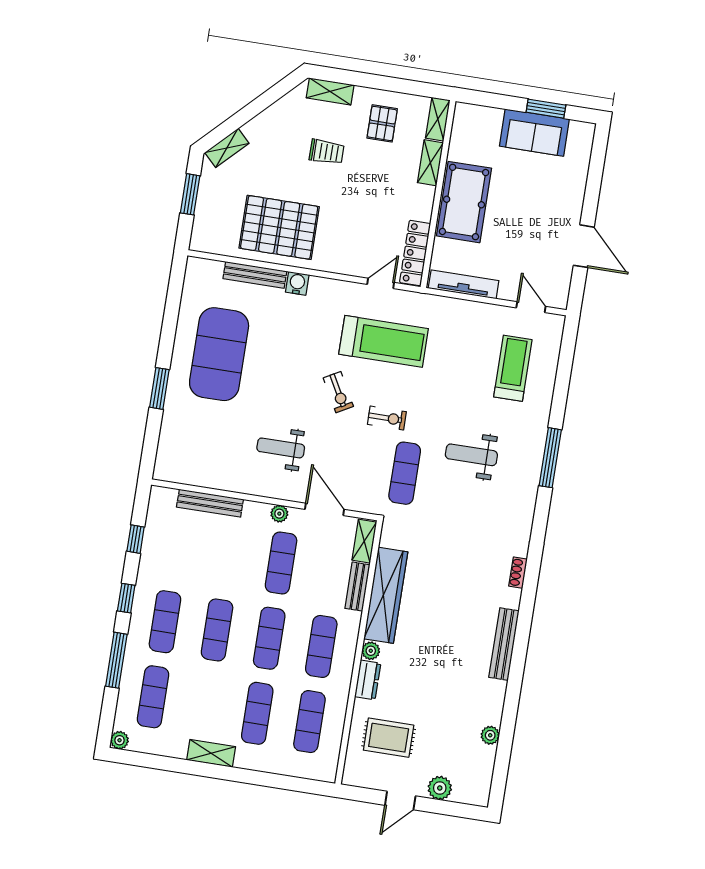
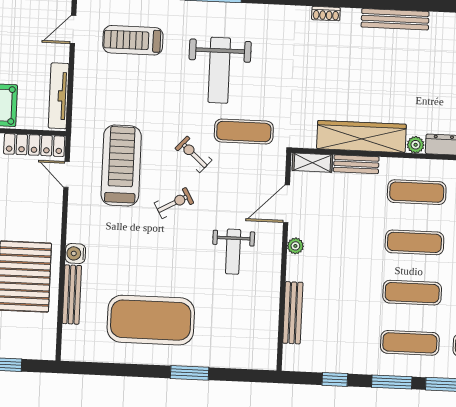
exercise bike: (387, 418) -> (193, 154), turned -48
weight bench: (471, 455) -> (219, 70), width x1.36, depth x1.33
exercise mat: (281, 563) -> (342, 239), removed
window: (126, 598) -> (392, 382), width x1.50

